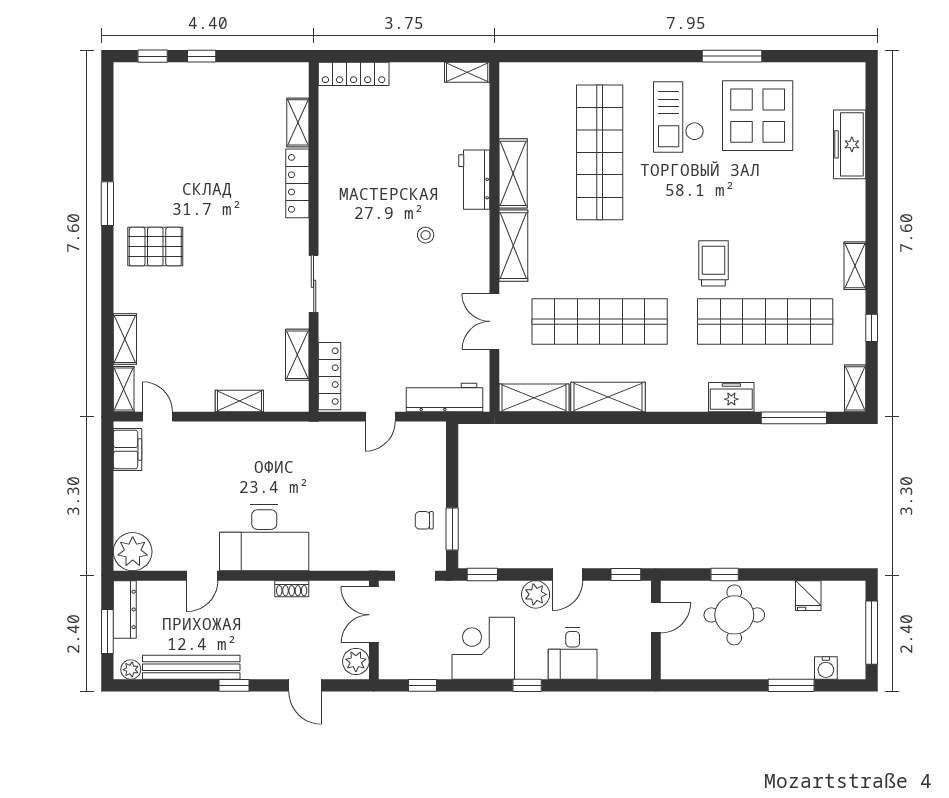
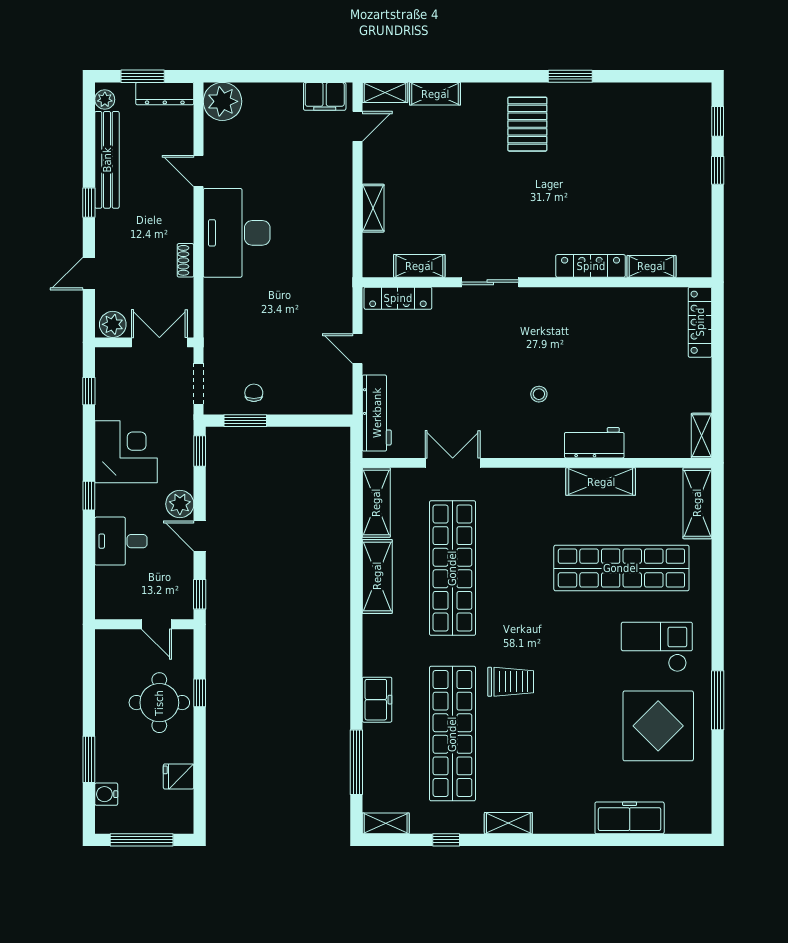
shelving: (513, 246) -> (697, 503), moved, turned 90

